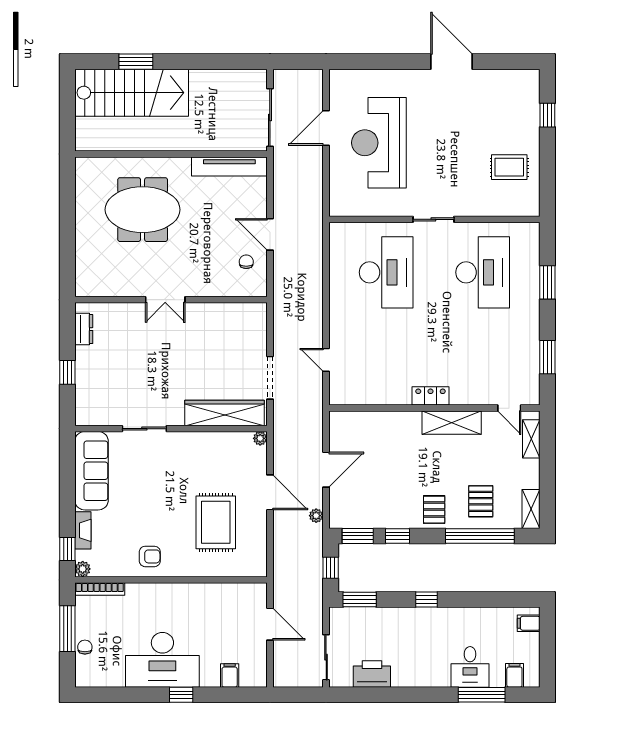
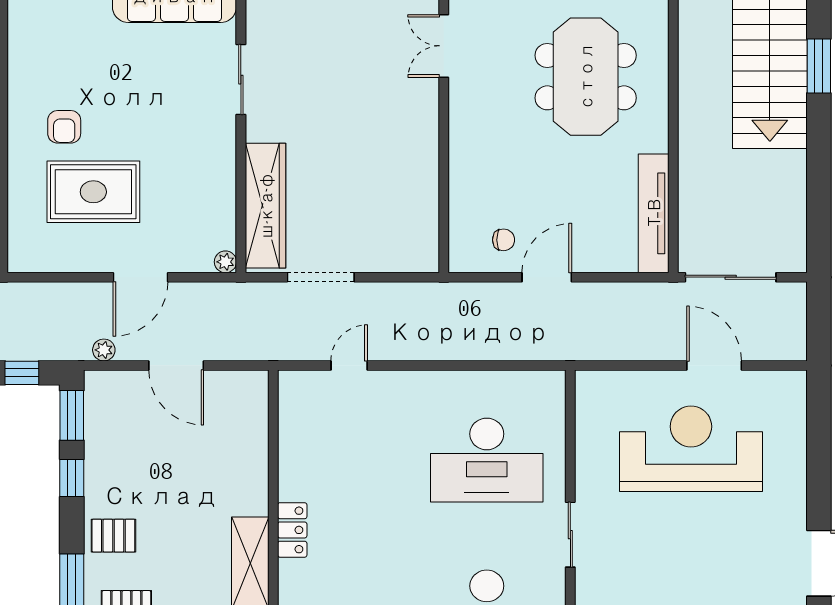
double door: (165, 300) -> (444, 46), moved
armchair: (150, 556) -> (64, 127), moved

